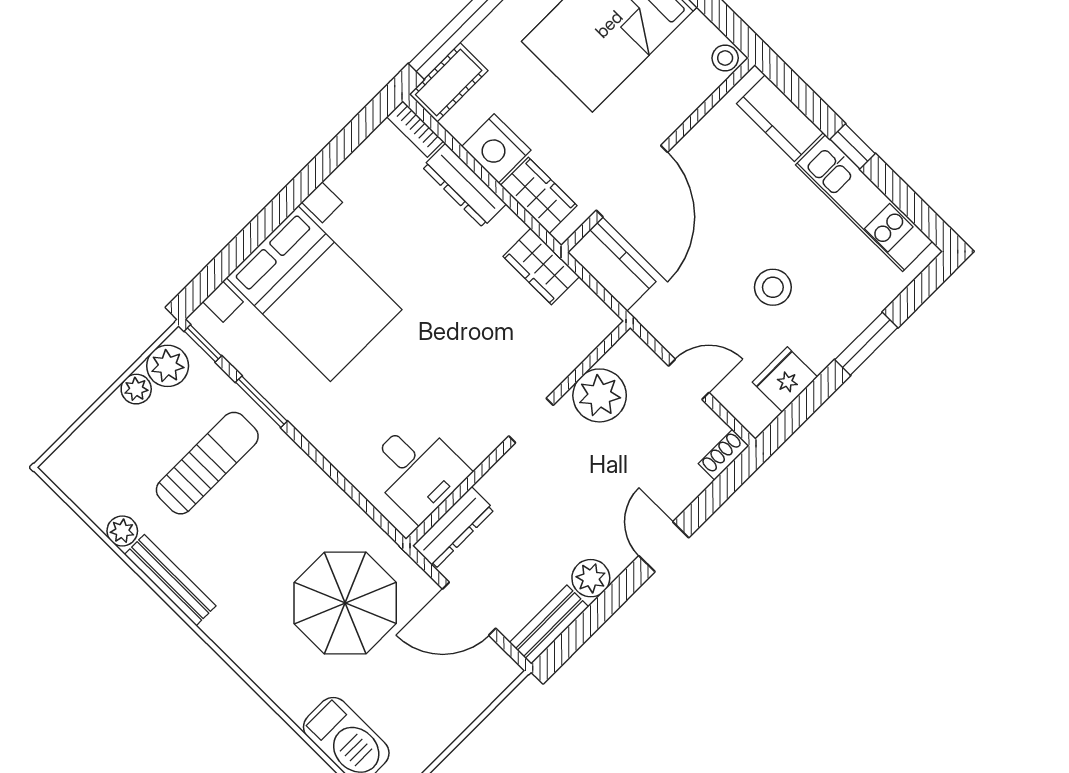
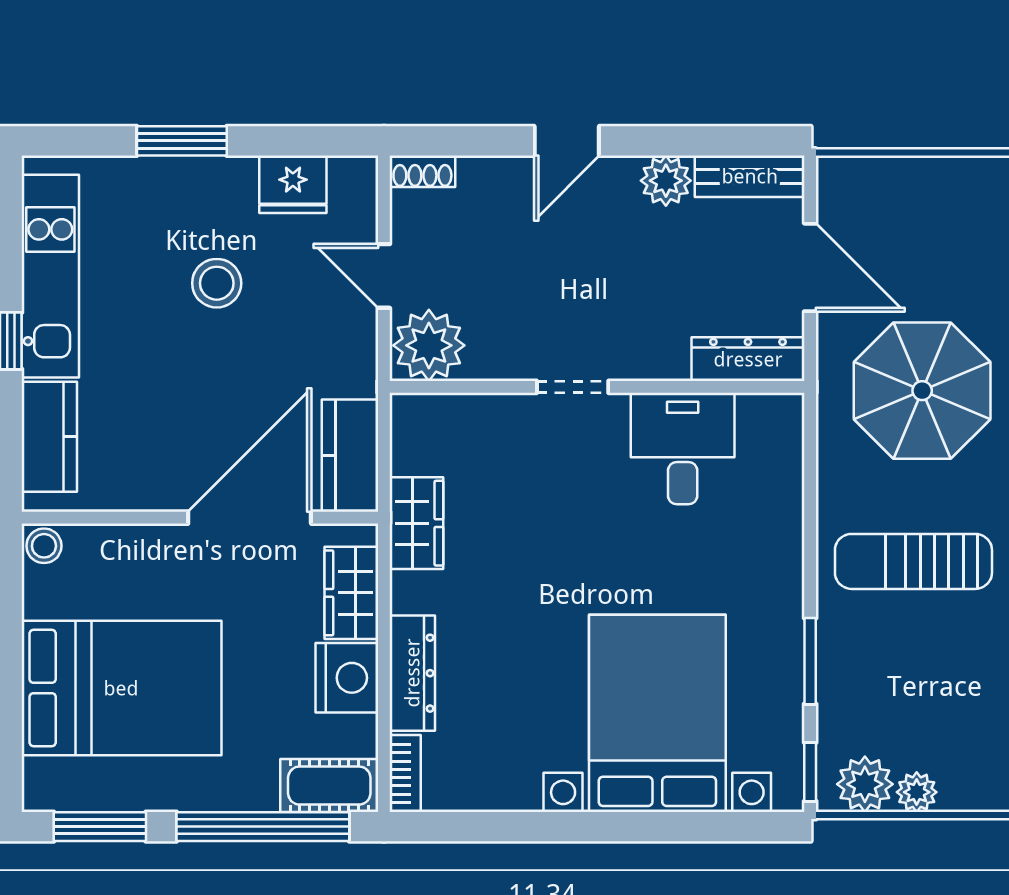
plant: (600, 395) -> (429, 345), moved
sun lounger: (207, 463) -> (913, 561), moved
desk: (417, 470) -> (683, 449), moved

